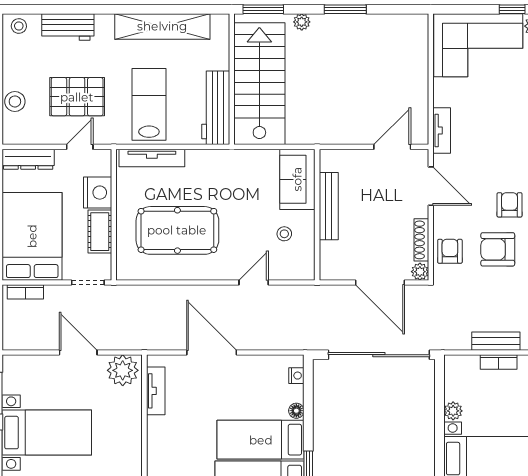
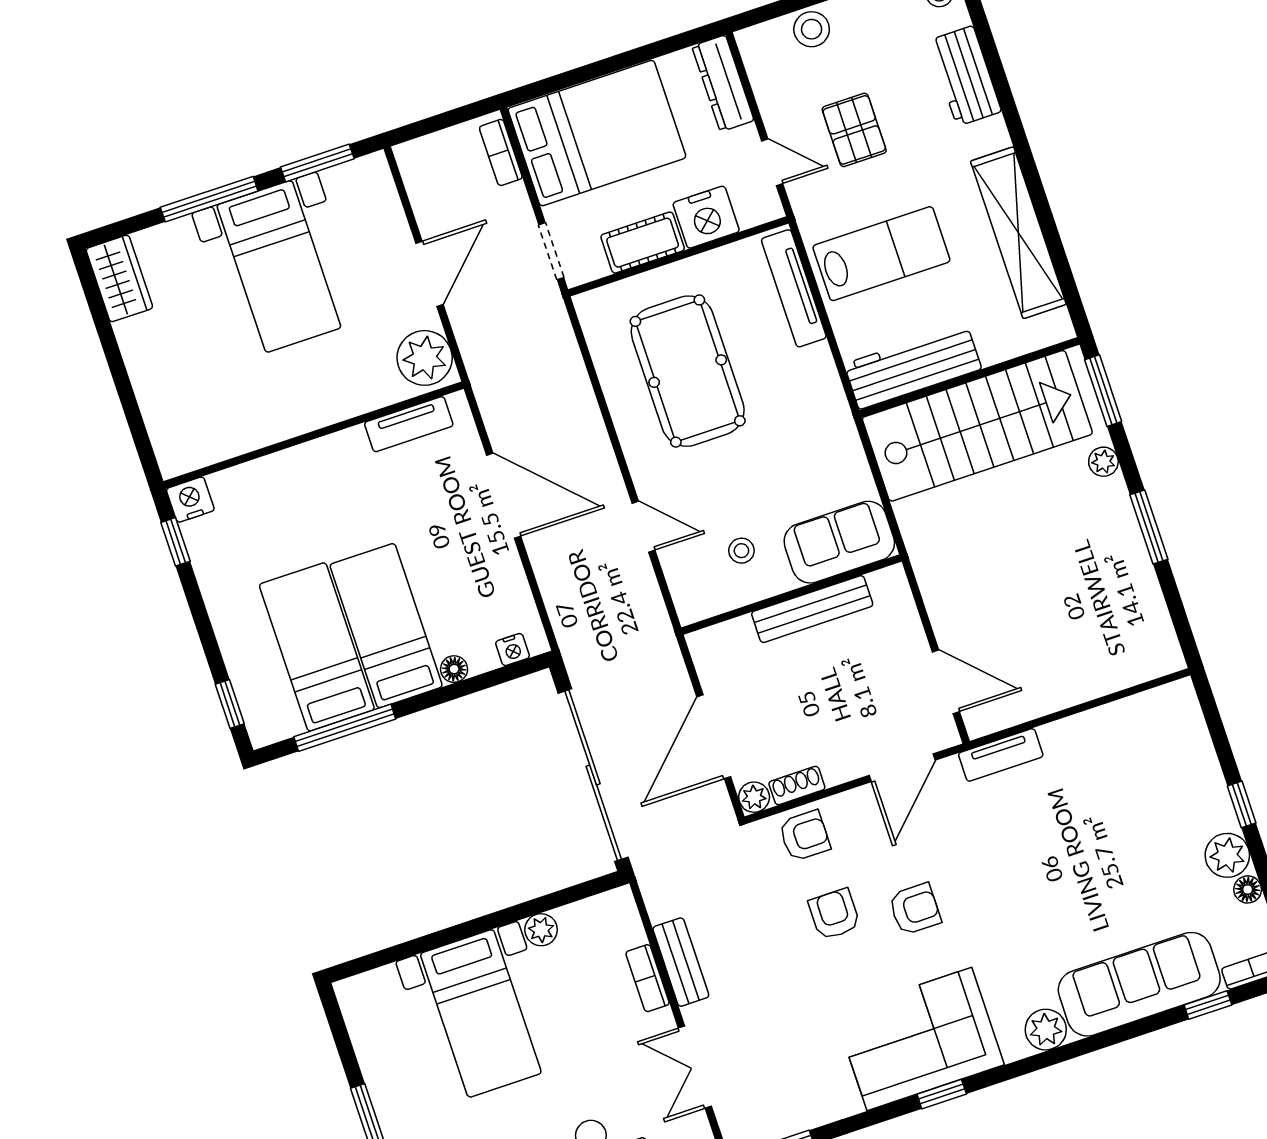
corner sofa: (478, 45) -> (1163, 768), removed
pallet: (77, 97) -> (854, 130), width x0.67, depth x0.71
shoe rack: (421, 240) -> (797, 786), width x0.70
armchair: (498, 249) -> (834, 914), width x0.72, depth x0.72
door: (212, 352) -> (504, 496), hinge flipped

